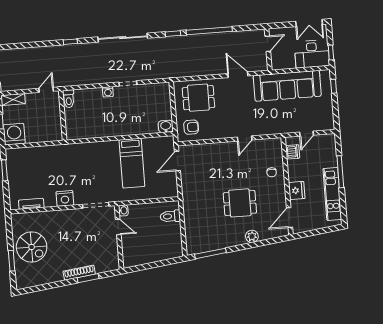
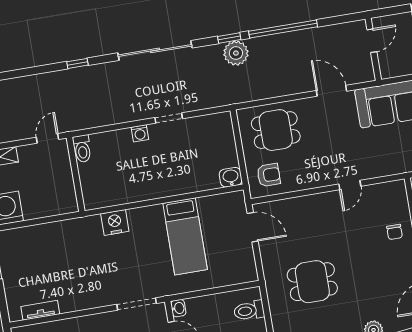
plant: (176, 44) -> (236, 53), added
door: (177, 161) -> (253, 227), swing flipped
nightstand: (65, 198) -> (115, 223), moved, turned 180
dining table: (240, 203) -> (312, 282), moved

